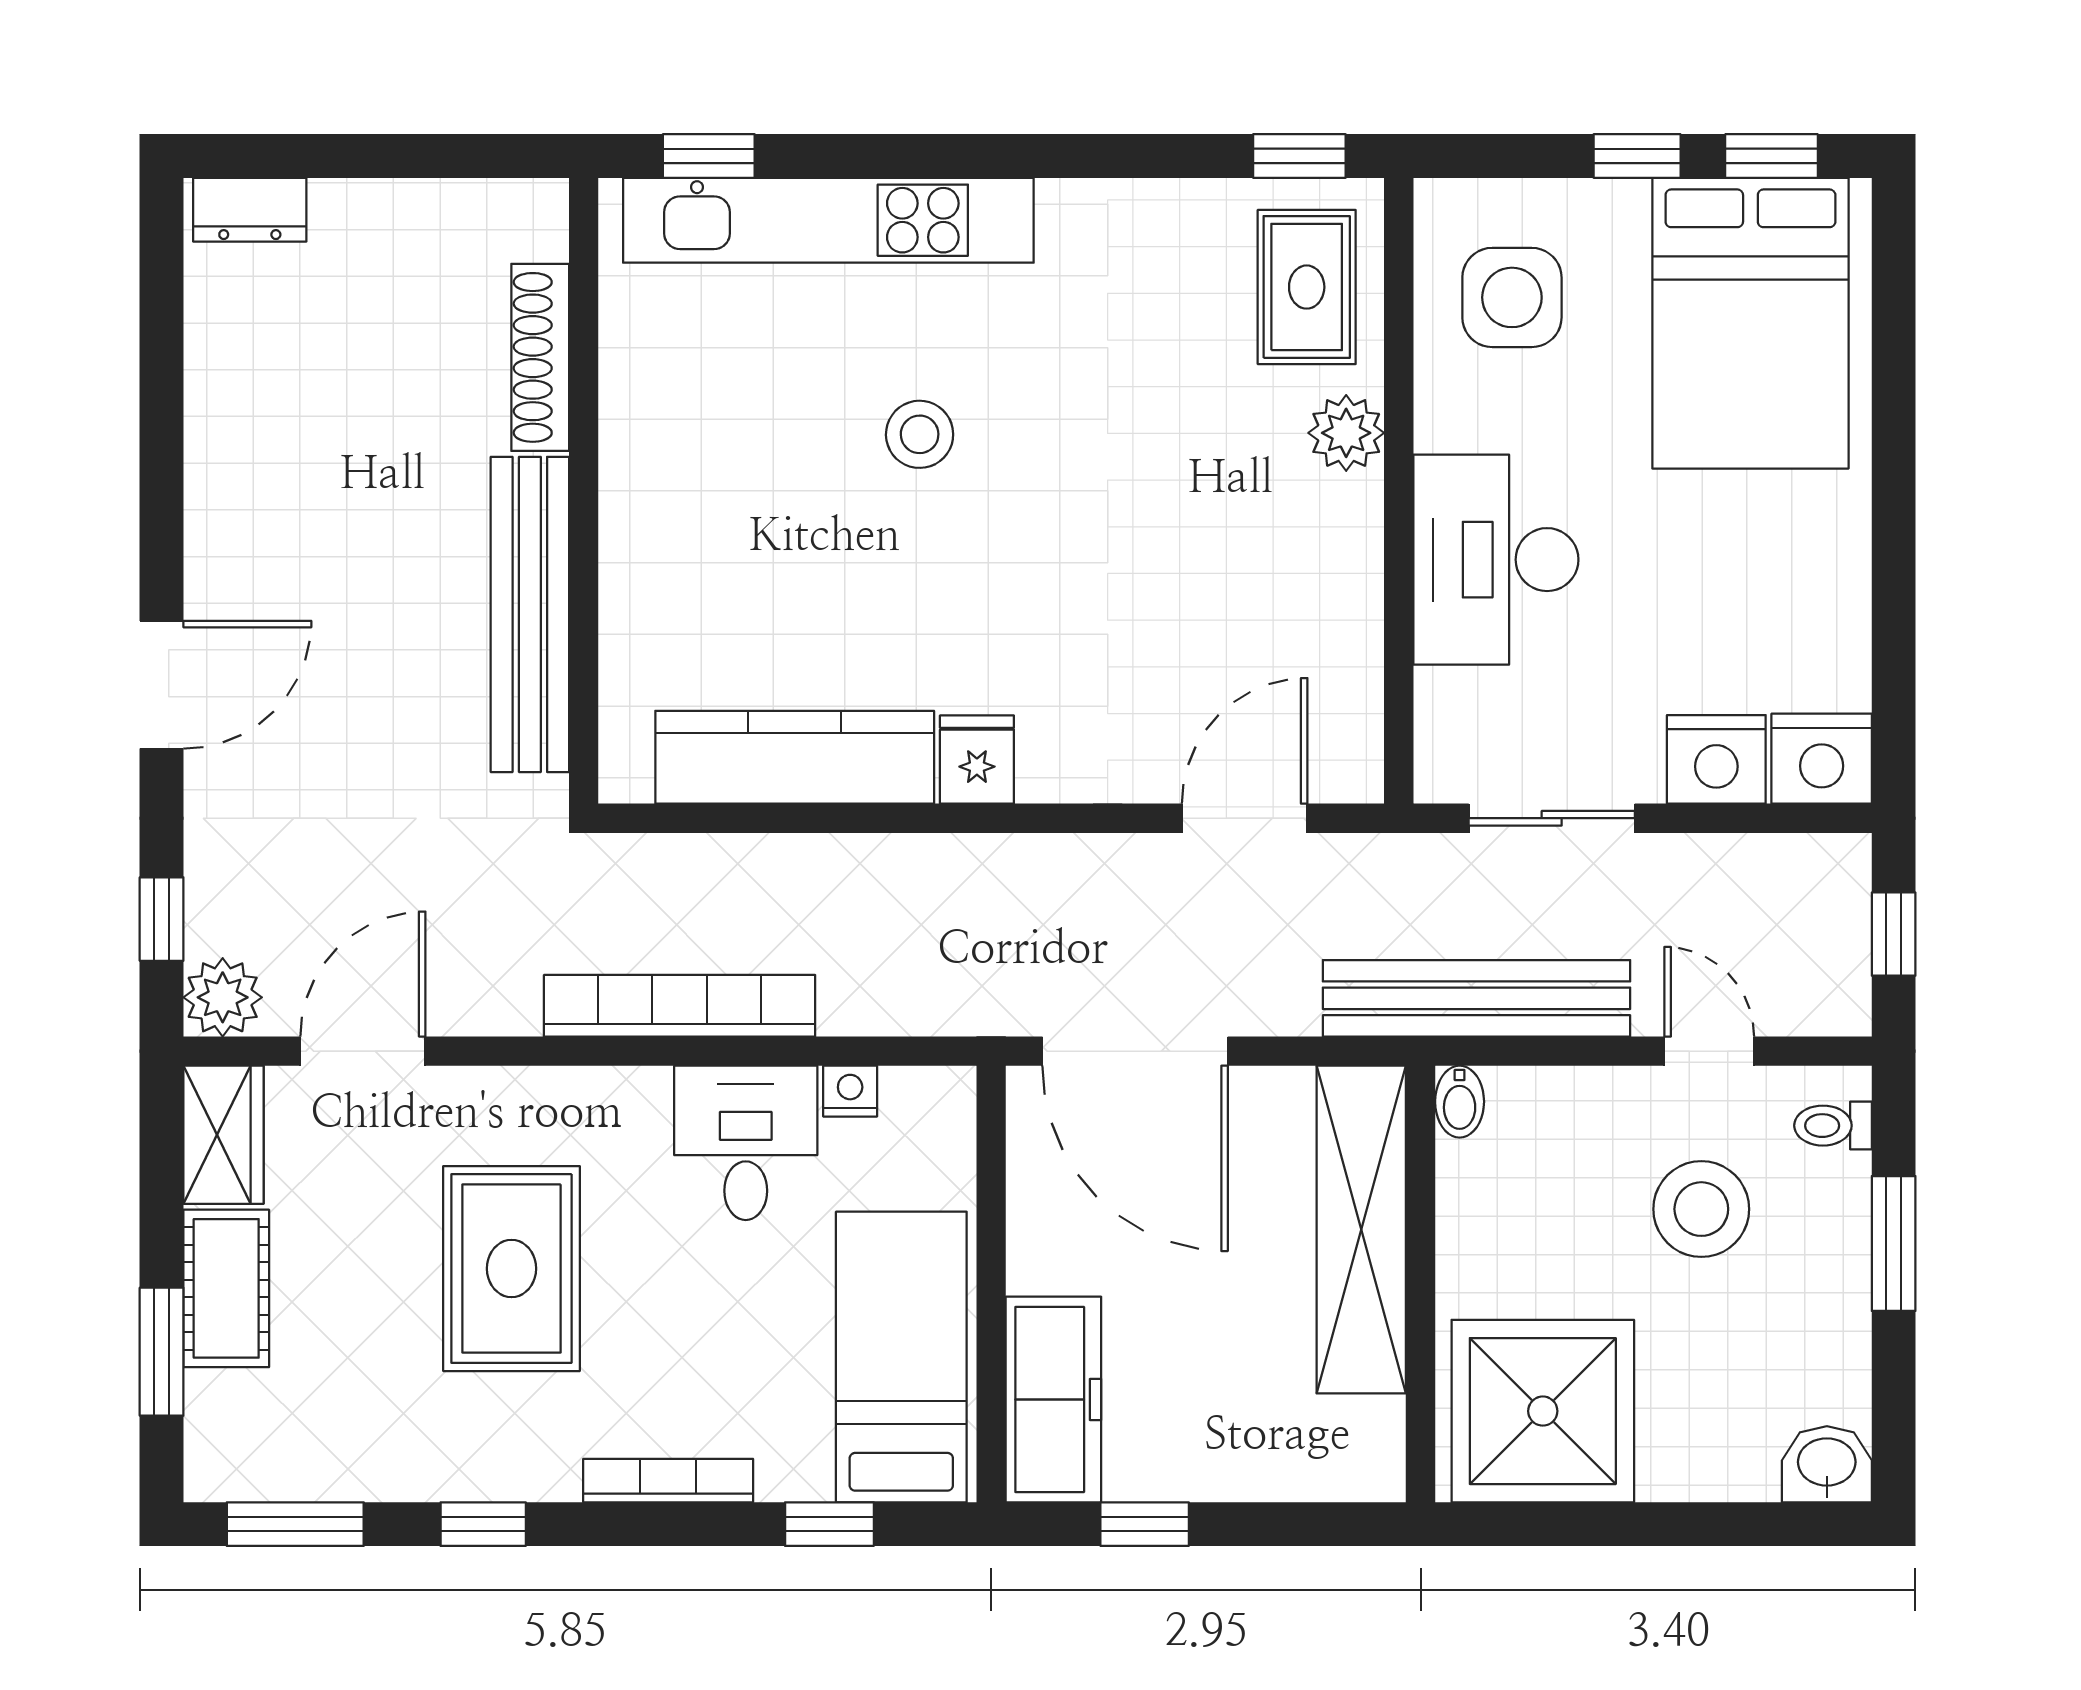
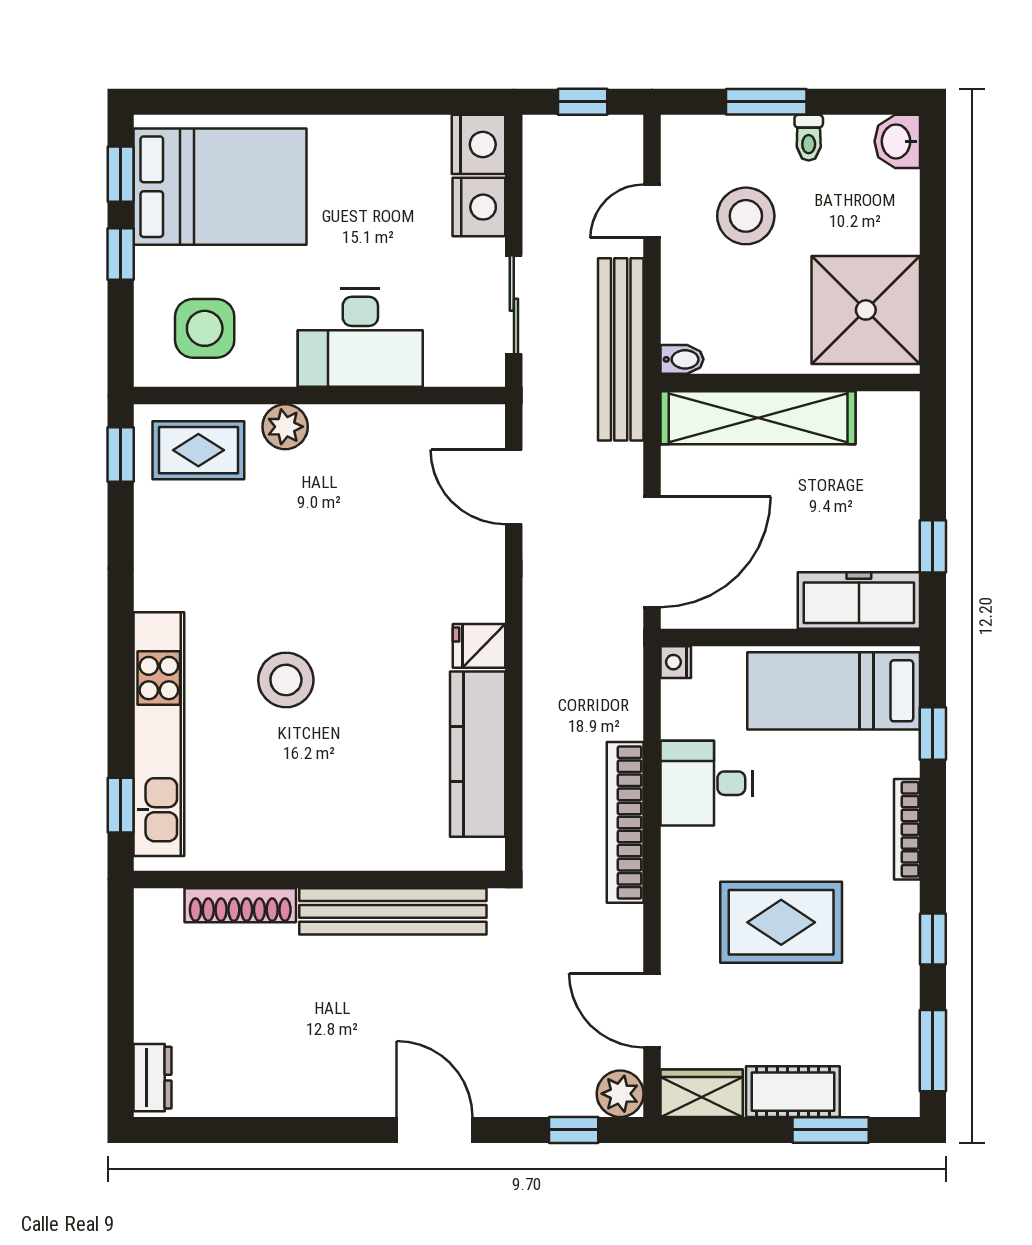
stool: (920, 434) -> (286, 680), width x1.38, depth x1.38
nightstand: (850, 1091) -> (676, 662), moved
toilet: (1833, 1126) -> (809, 138), moved

